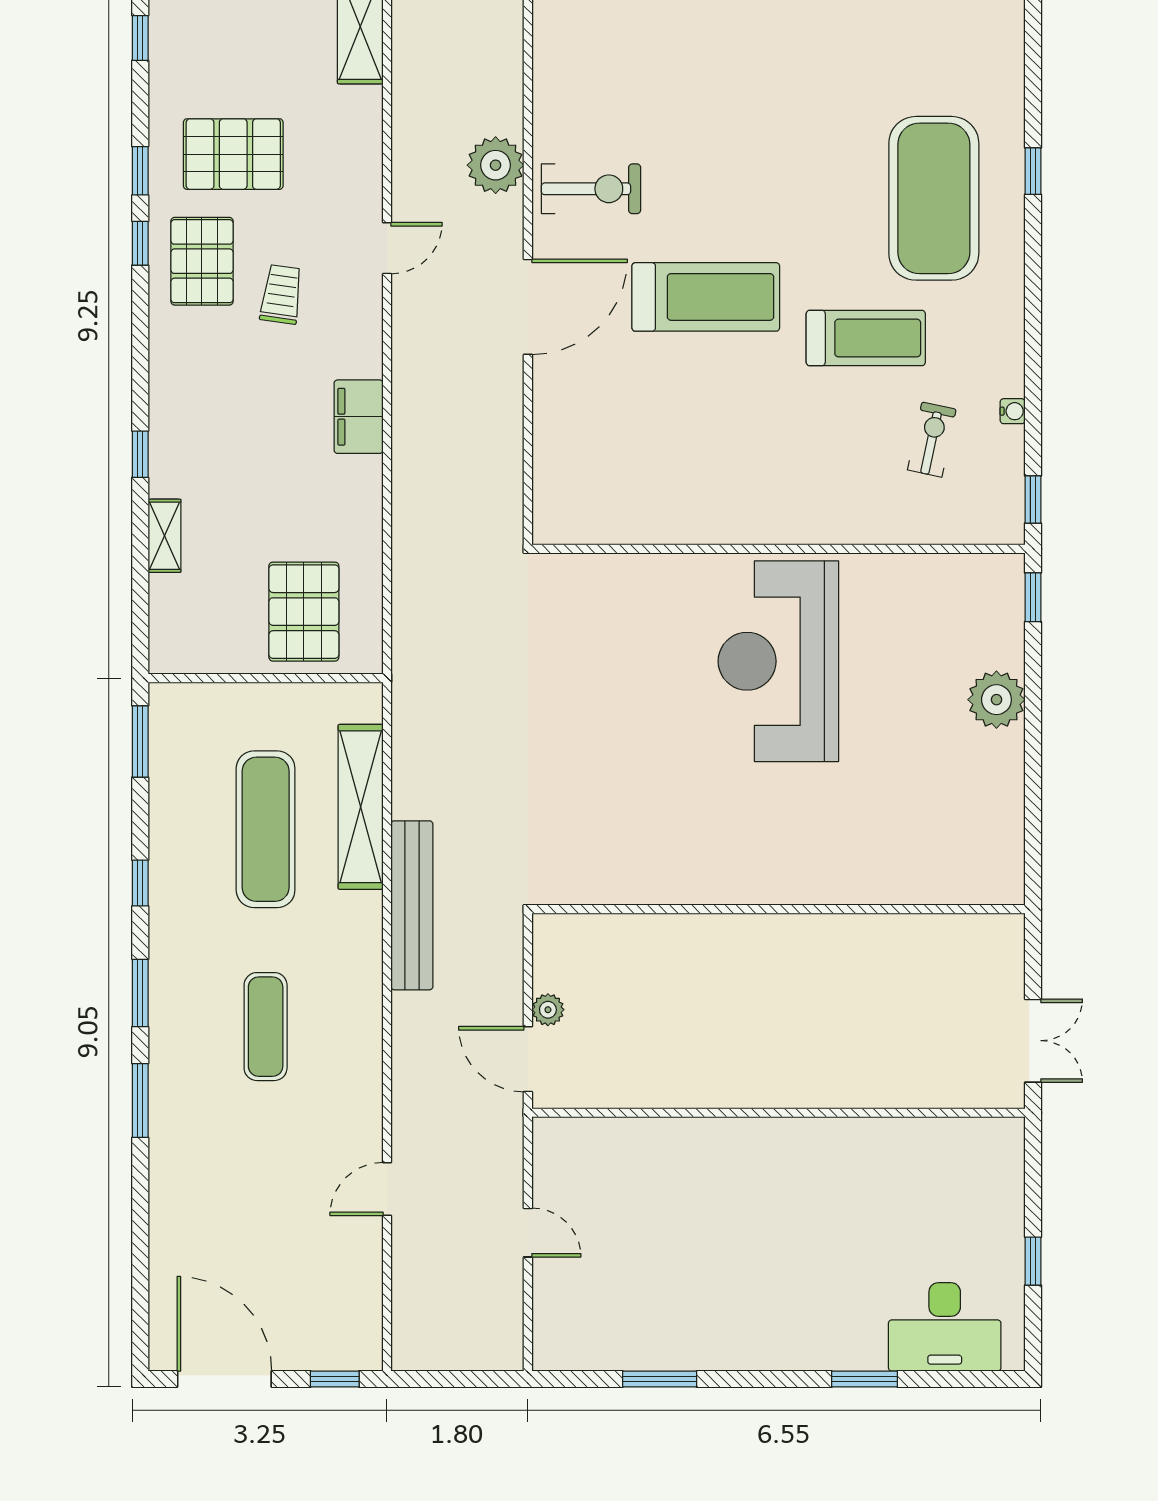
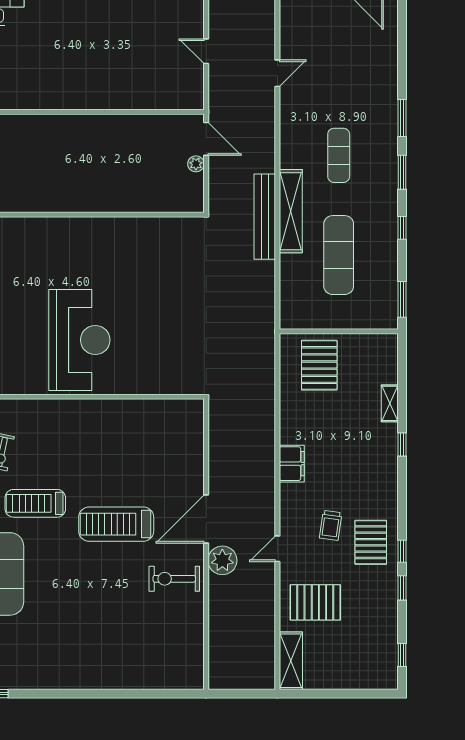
pallet: (233, 154) -> (315, 602), moved
plant: (496, 165) -> (222, 560), moved
shelving: (361, 807) -> (291, 211), moved

